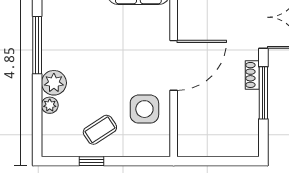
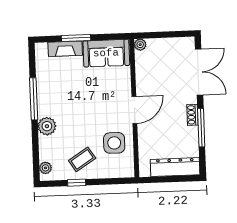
door: (174, 65) -> (134, 110), width x0.73
plant: (50, 105) -> (45, 168), moved
dresser: (226, 145) -> (175, 167), added

